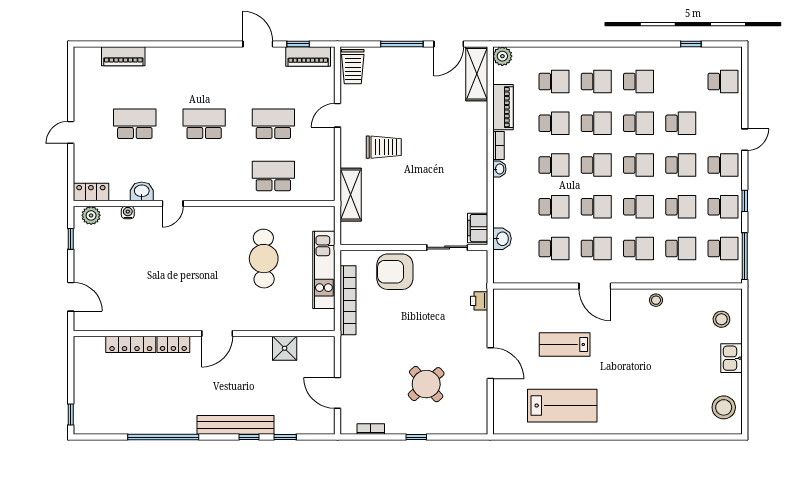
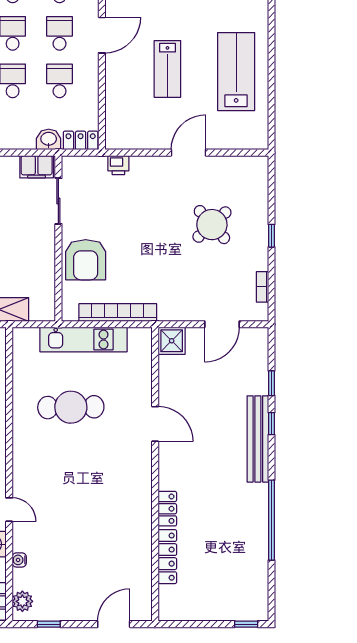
locker: (501, 267) -> (81, 140), added
door: (217, 333) -> (155, 424), moved
shower: (285, 348) -> (172, 341), moved

